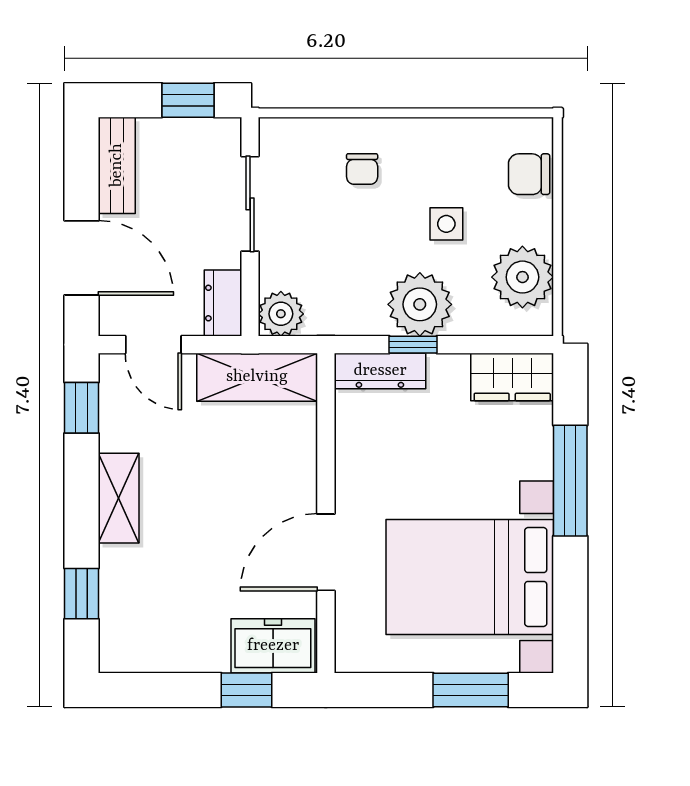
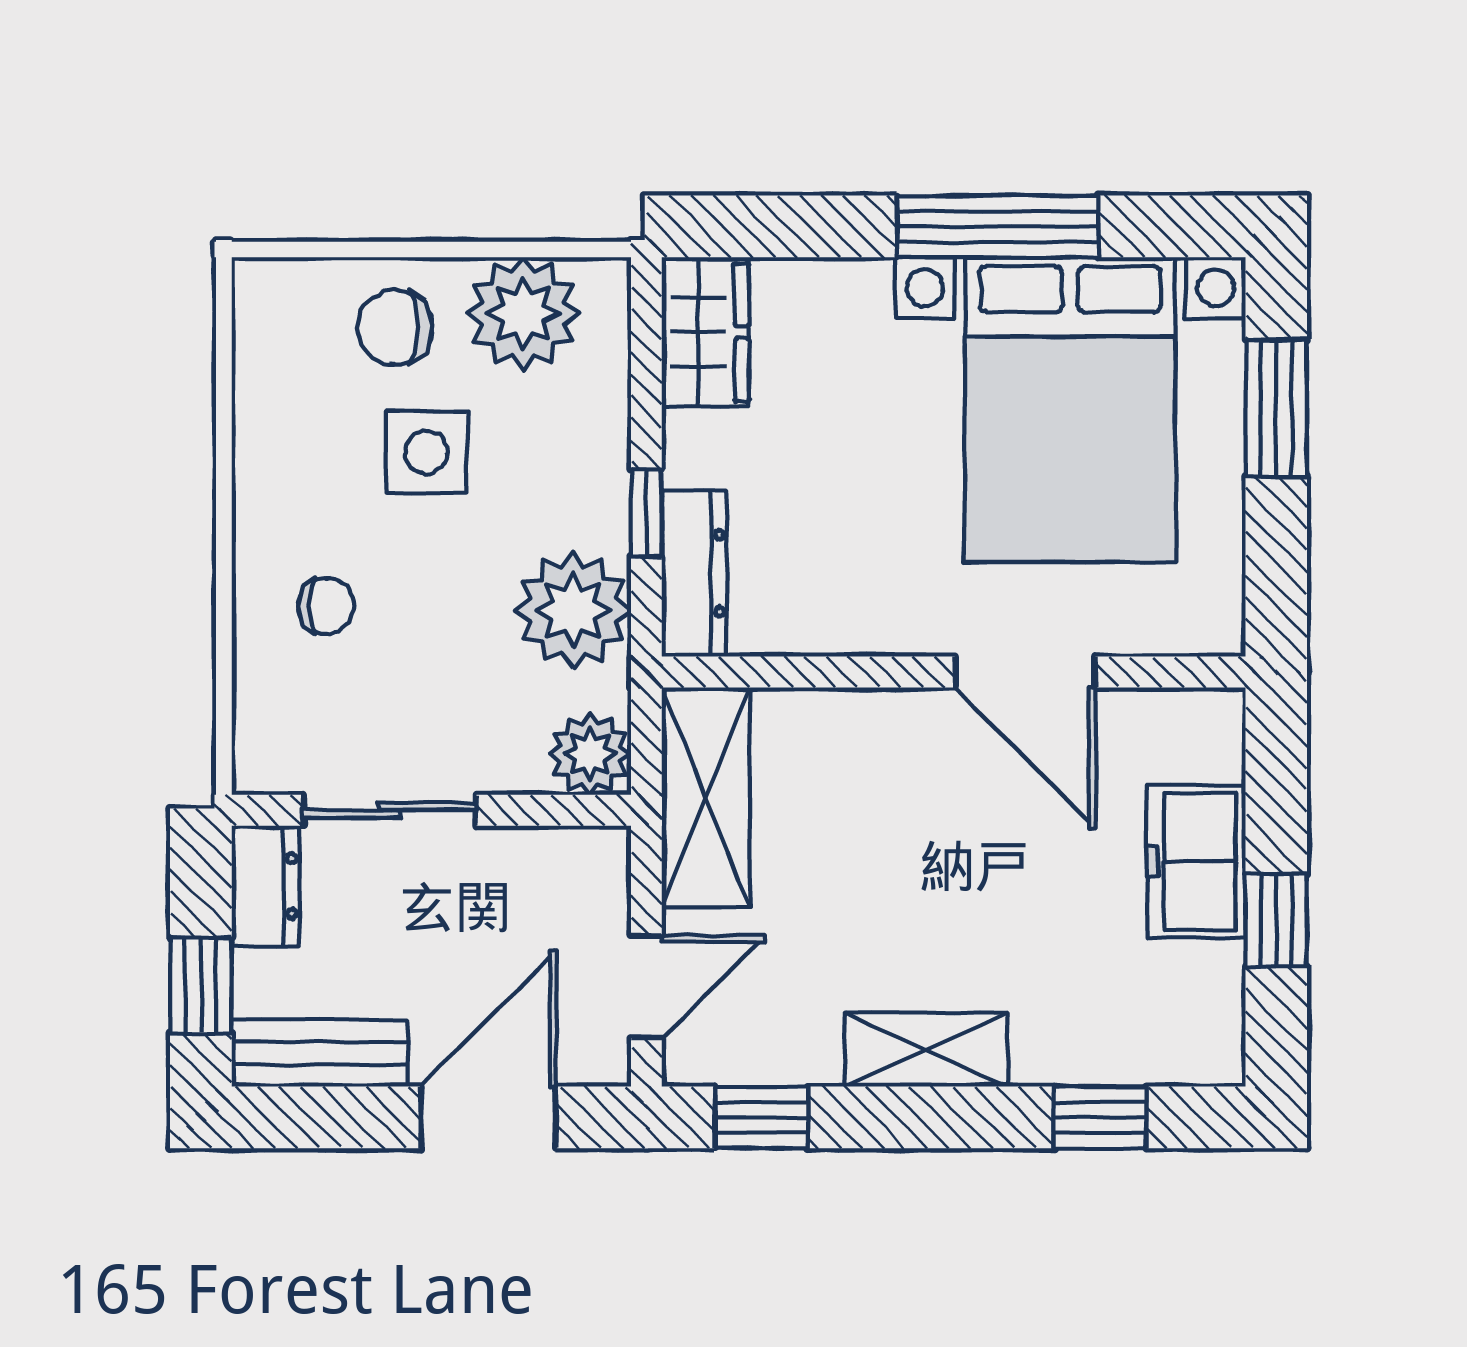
window: (188, 100) -> (201, 986), moved
chair: (529, 174) -> (395, 327), moved, turned 90
side table: (446, 224) -> (426, 452), width x1.37, depth x1.37
dresser: (223, 303) -> (266, 886), moved, turned -90
plant: (420, 304) -> (573, 610), moved
window: (570, 481) -> (998, 226), moved
freezer: (273, 646) -> (1196, 861), moved
window: (247, 690) -> (1276, 920), moved

